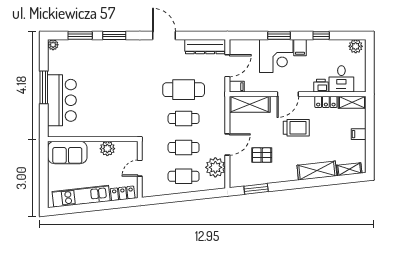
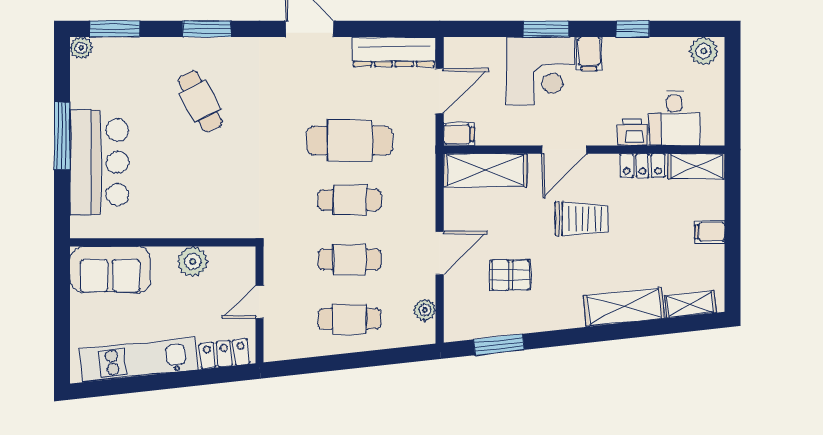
window: (80, 36) -> (115, 29), moved
cafe table: (111, 71) -> (200, 101), added
plant: (215, 167) -> (425, 310), width x0.53, depth x0.53

